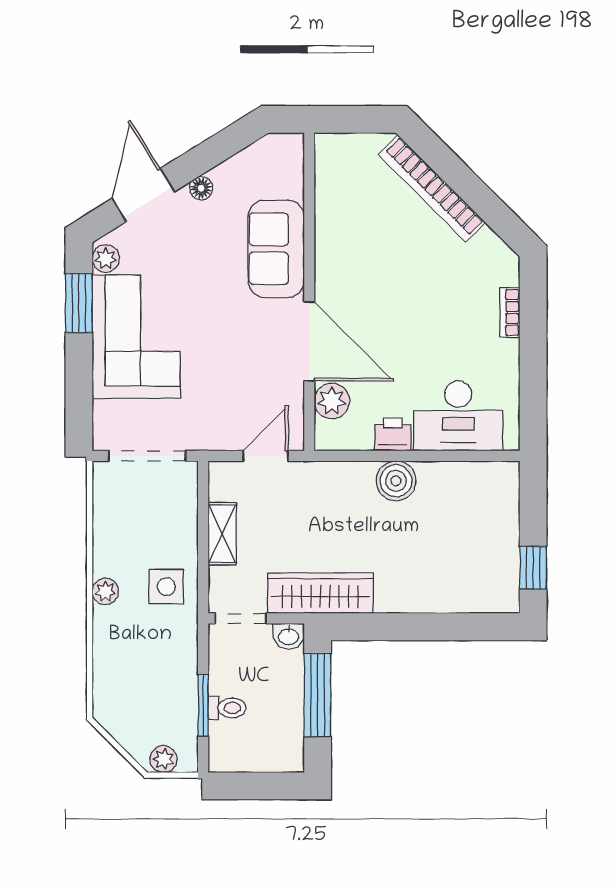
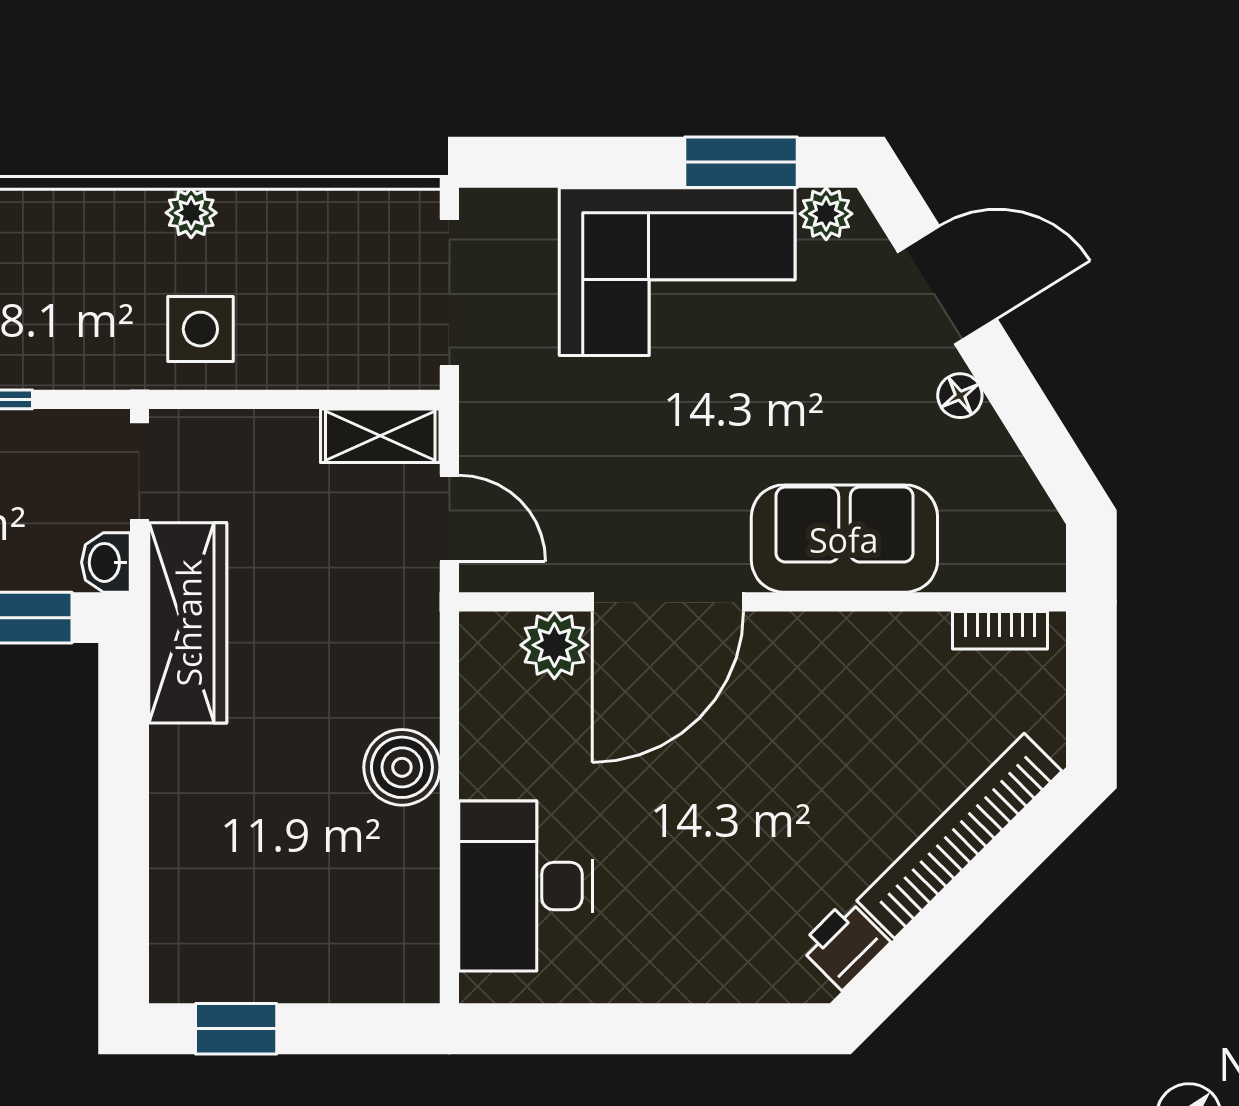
bookcase: (510, 312) -> (1000, 630), moved, turned 180
printer: (393, 435) -> (844, 944), moved, turned -135
shelving: (222, 534) -> (380, 436), moved

